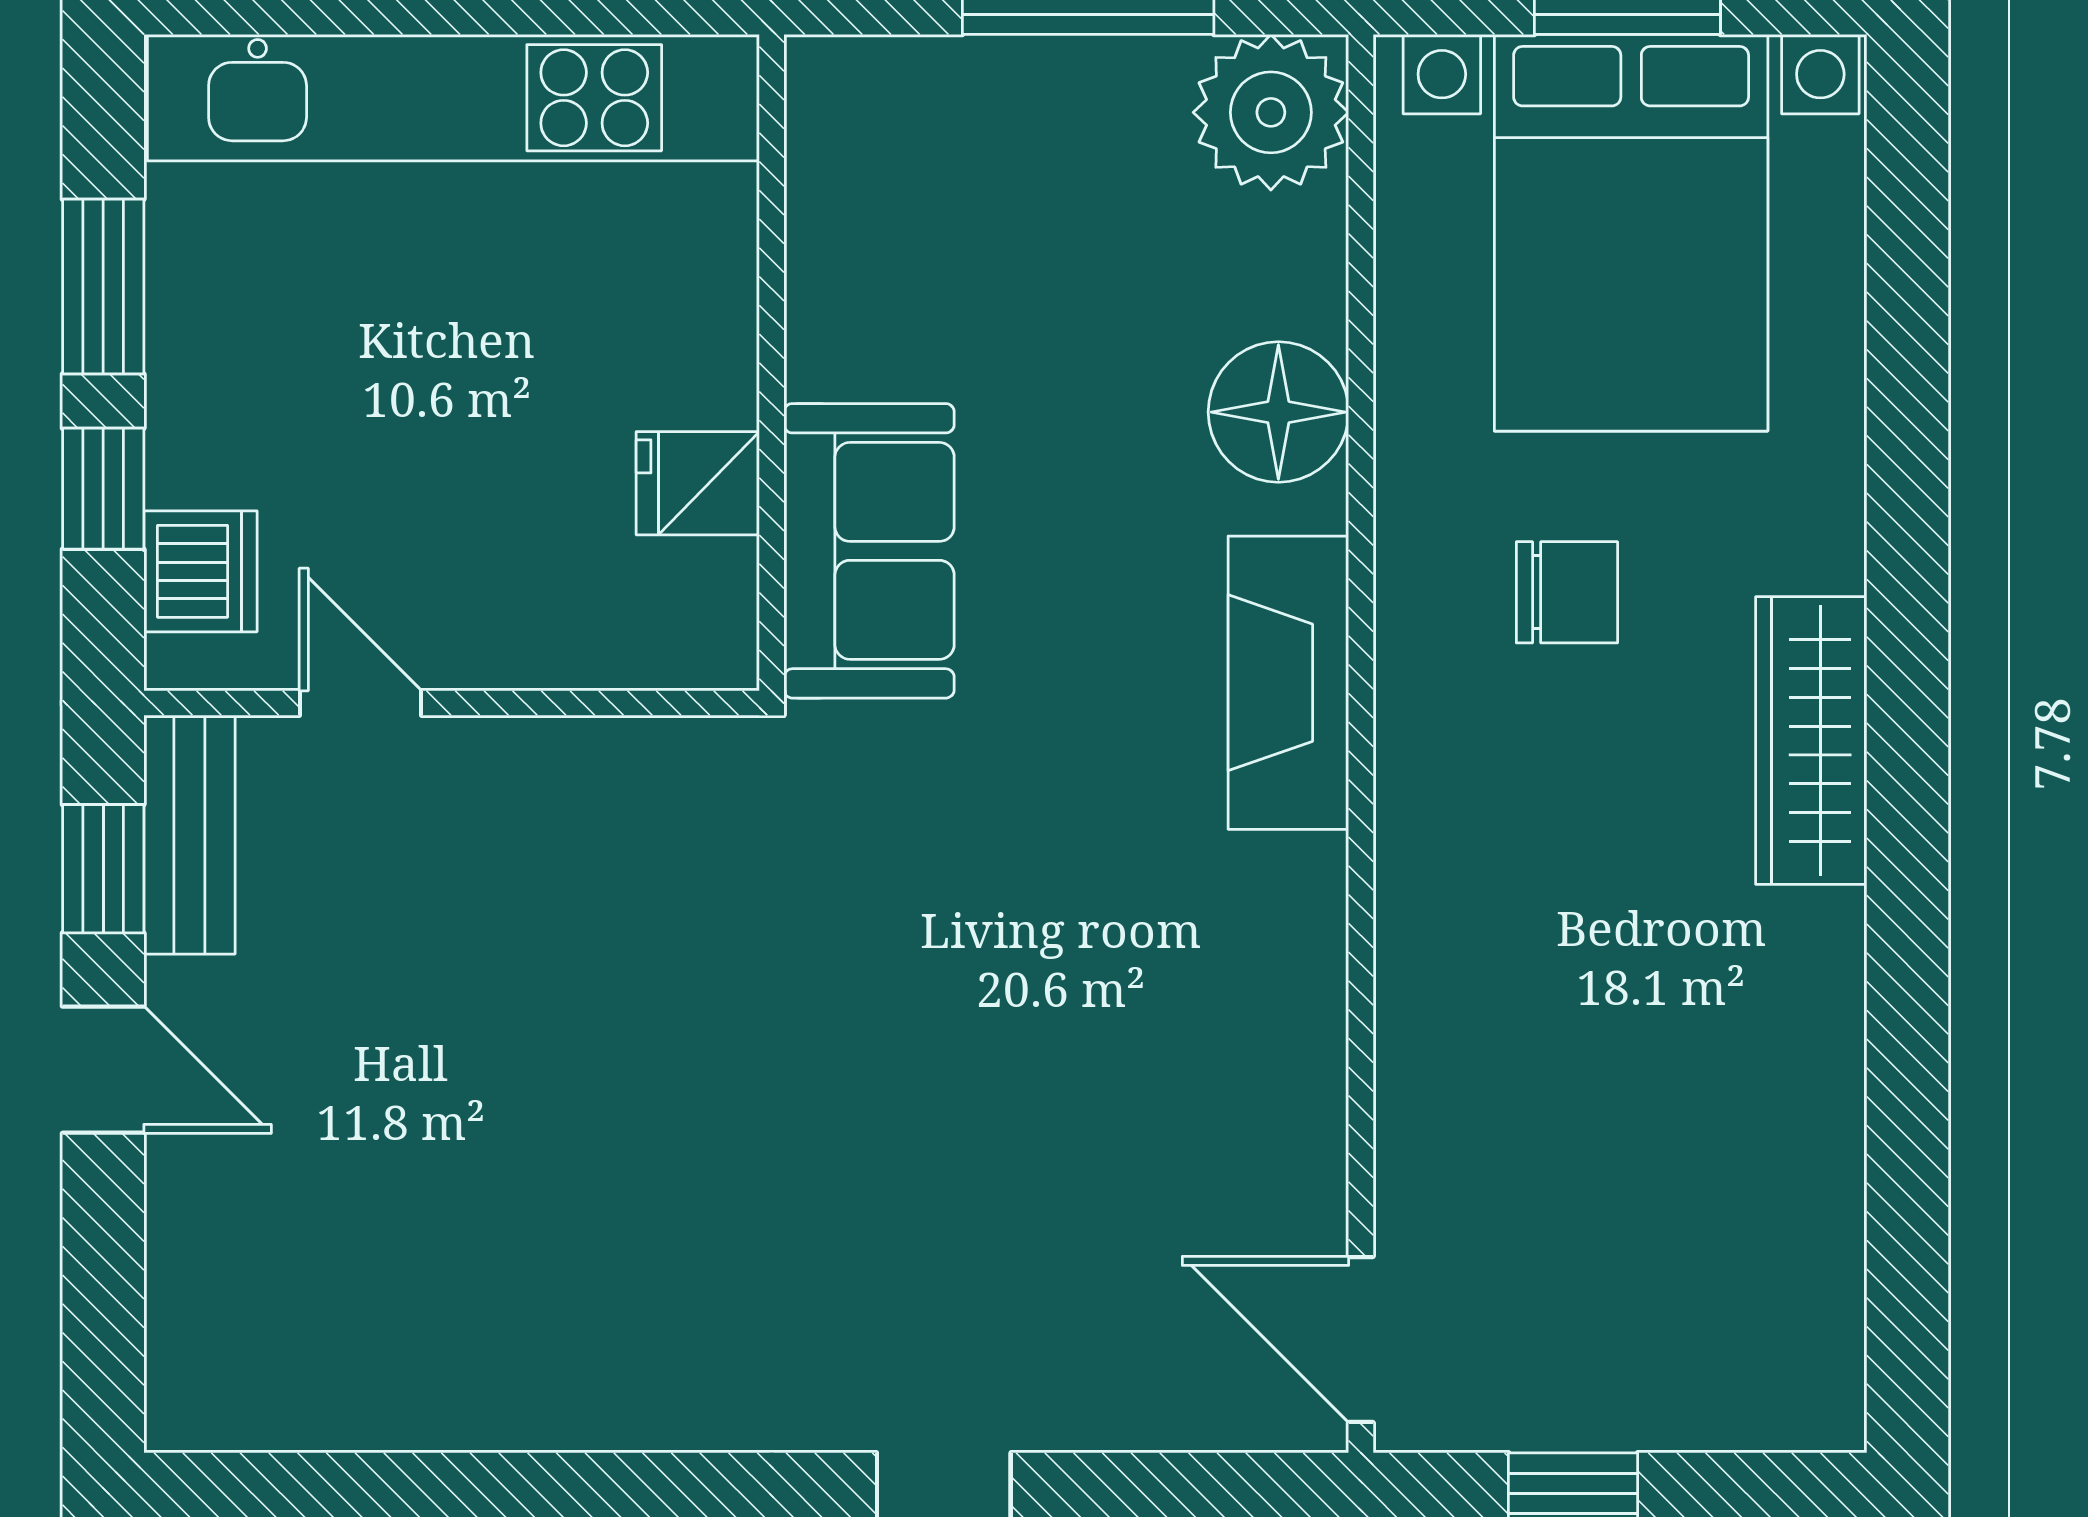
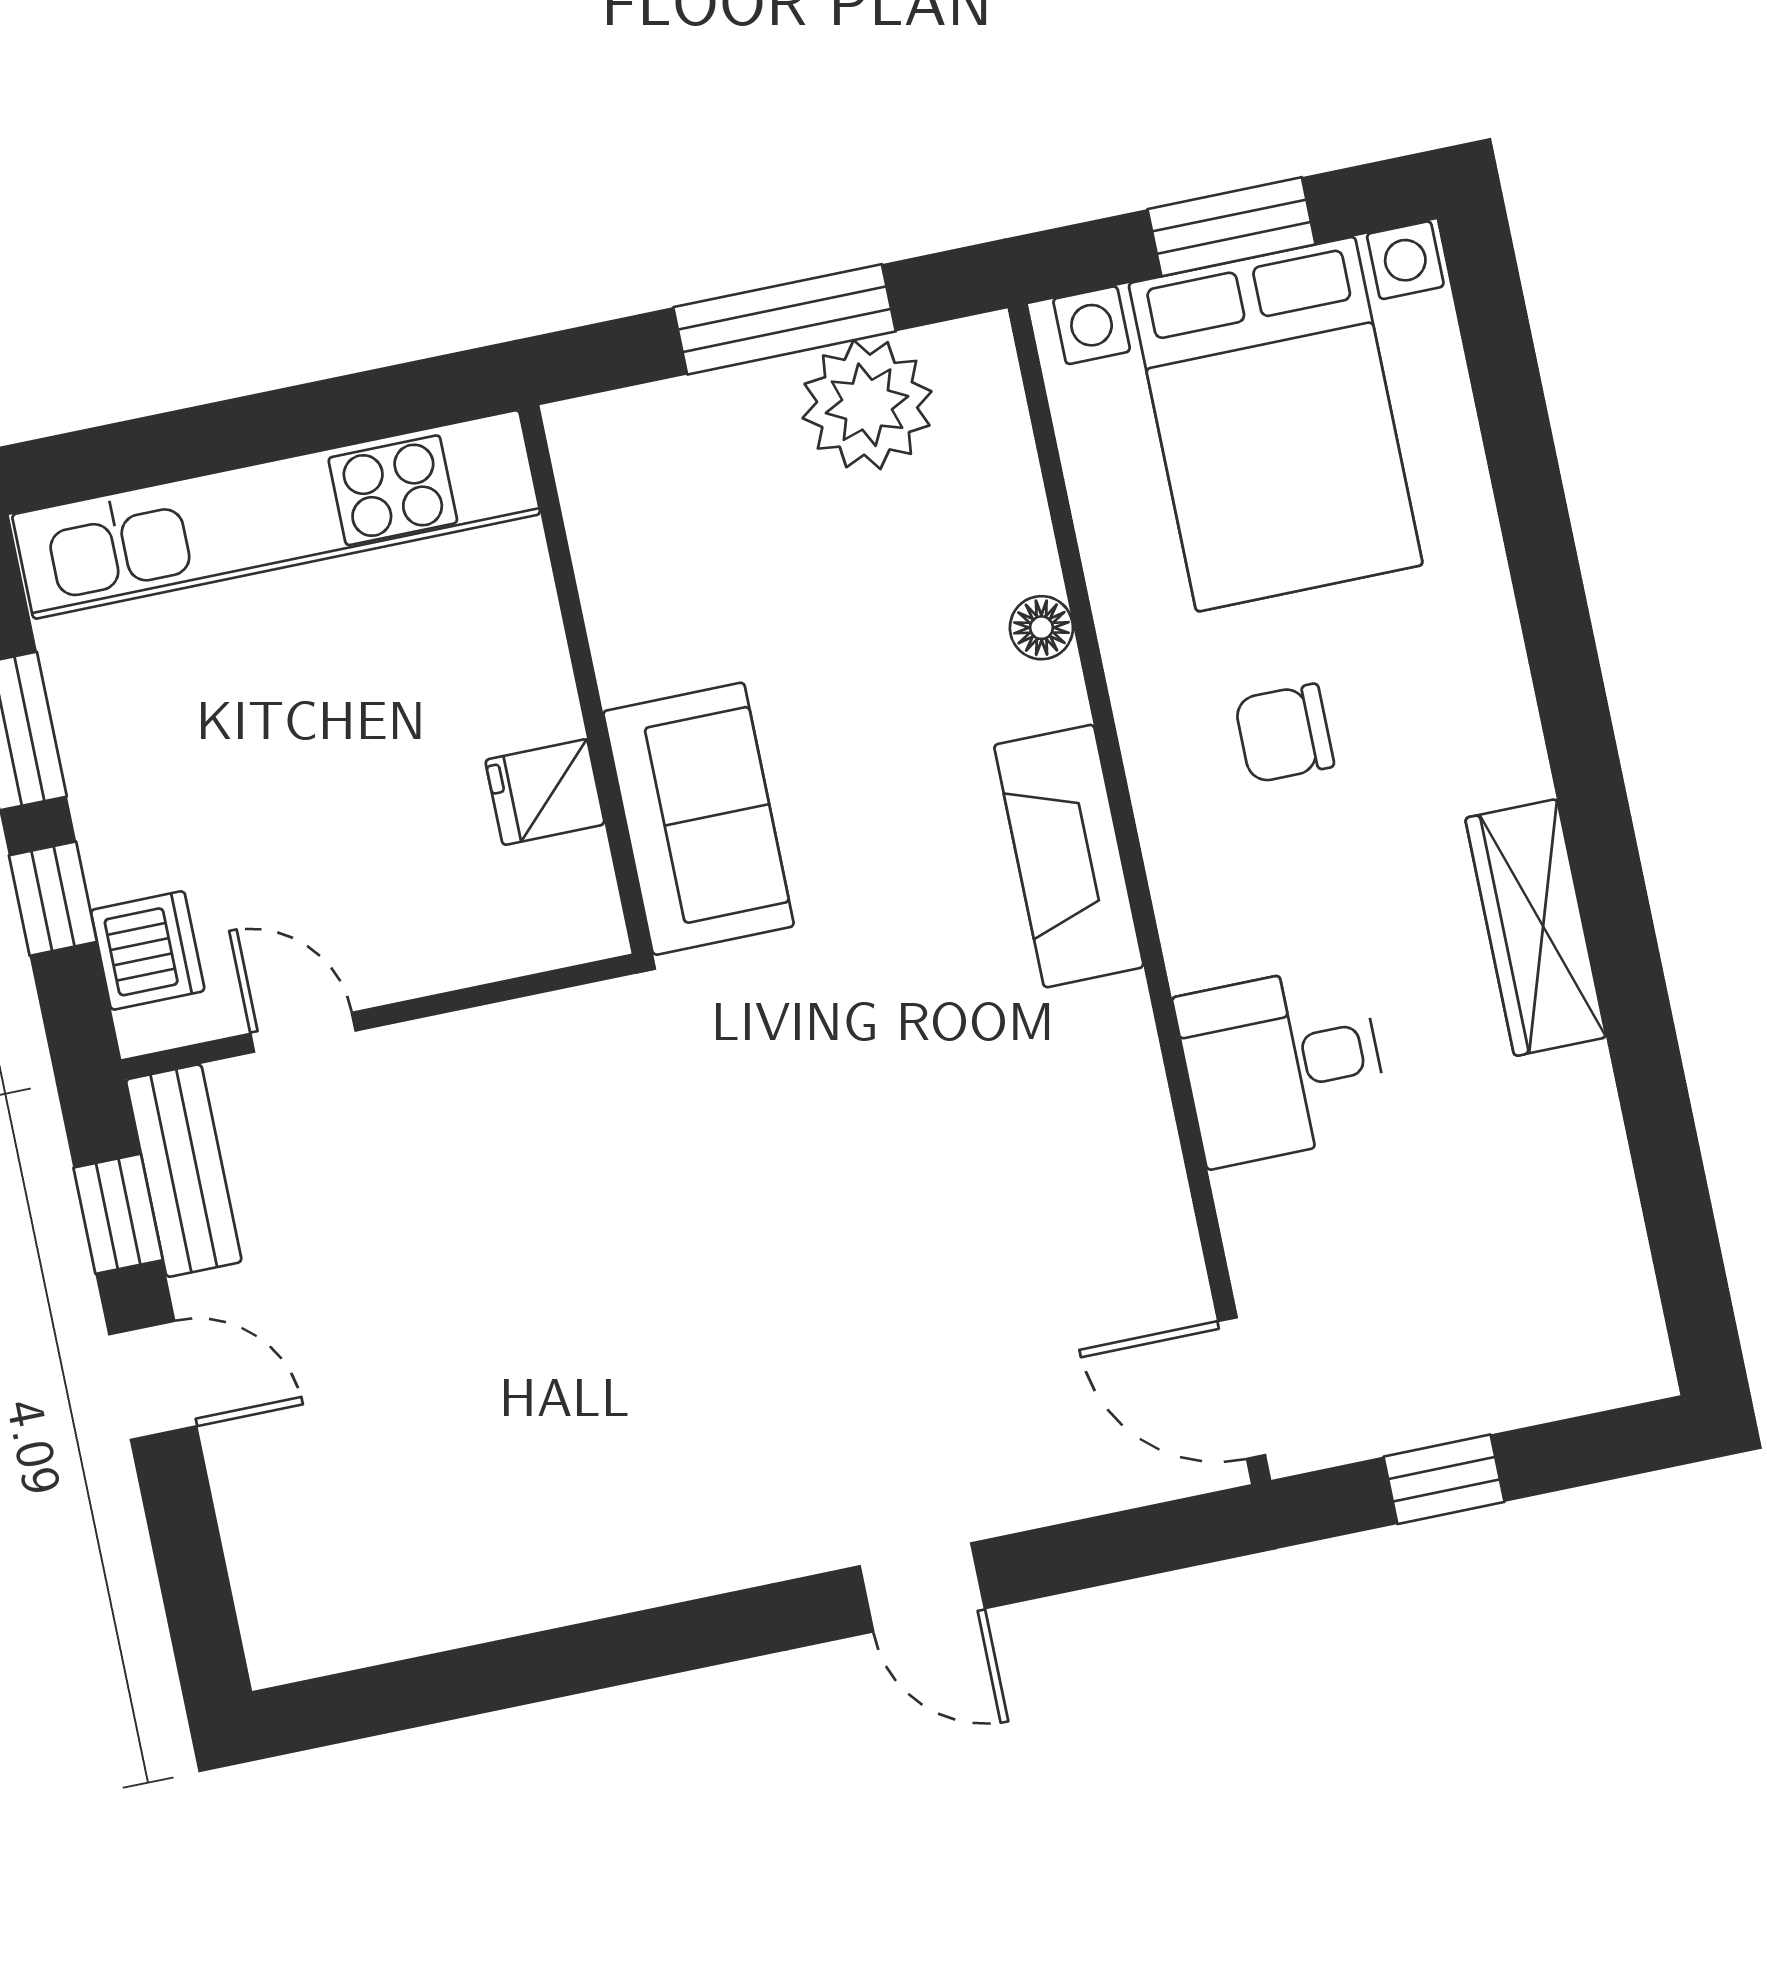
plant: (1271, 112) -> (867, 405), moved
floor lamp: (1278, 412) -> (1041, 628), width x0.53, depth x0.53
chair: (1567, 592) -> (1284, 733), turned 180
wardrobe: (1811, 741) -> (1536, 928), moved
desk: (1486, 975) -> (1282, 1065), added

